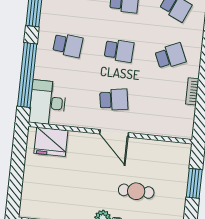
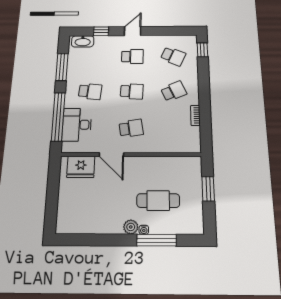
desk: (48, 103) -> (77, 125), moved
door: (114, 133) -> (111, 155), moved
cafe table: (136, 191) -> (158, 201), width x1.37, depth x1.35

